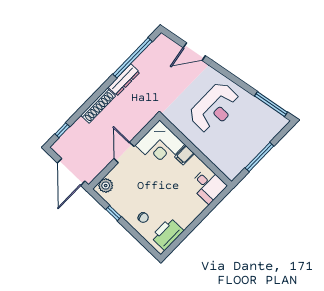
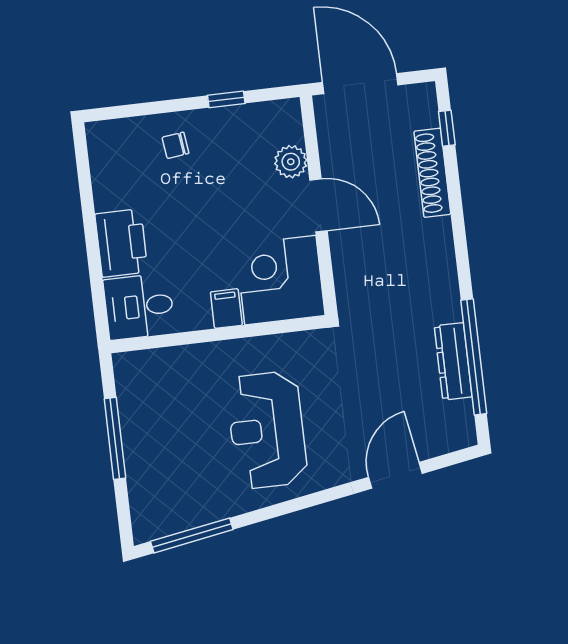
dresser: (124, 80) -> (453, 361), moved
shoe rack: (98, 106) -> (432, 173), moved
plant: (106, 186) -> (291, 162), moved
printer: (167, 234) -> (121, 243), moved

